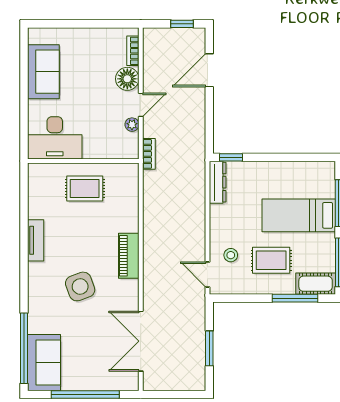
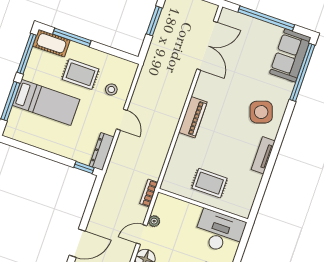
door: (207, 274) -> (122, 120), moved
side table: (80, 286) -> (261, 112), moved

